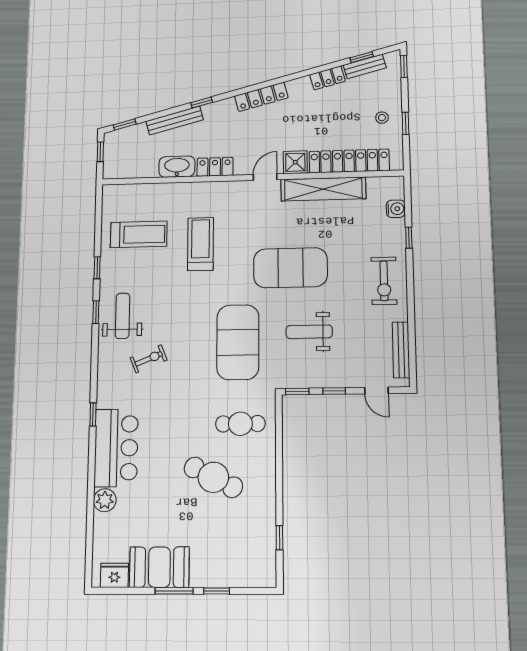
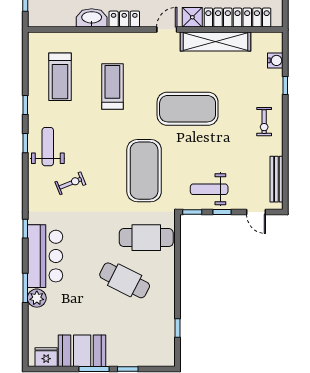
treadmill: (139, 234) -> (60, 77), turned 90
exercise bike: (384, 281) -> (264, 122), width x0.73, depth x0.72
weight bench: (309, 332) -> (209, 189), moved
cafe table: (240, 424) -> (146, 238), width x1.37, depth x1.35
window: (91, 487) -> (25, 288), added

